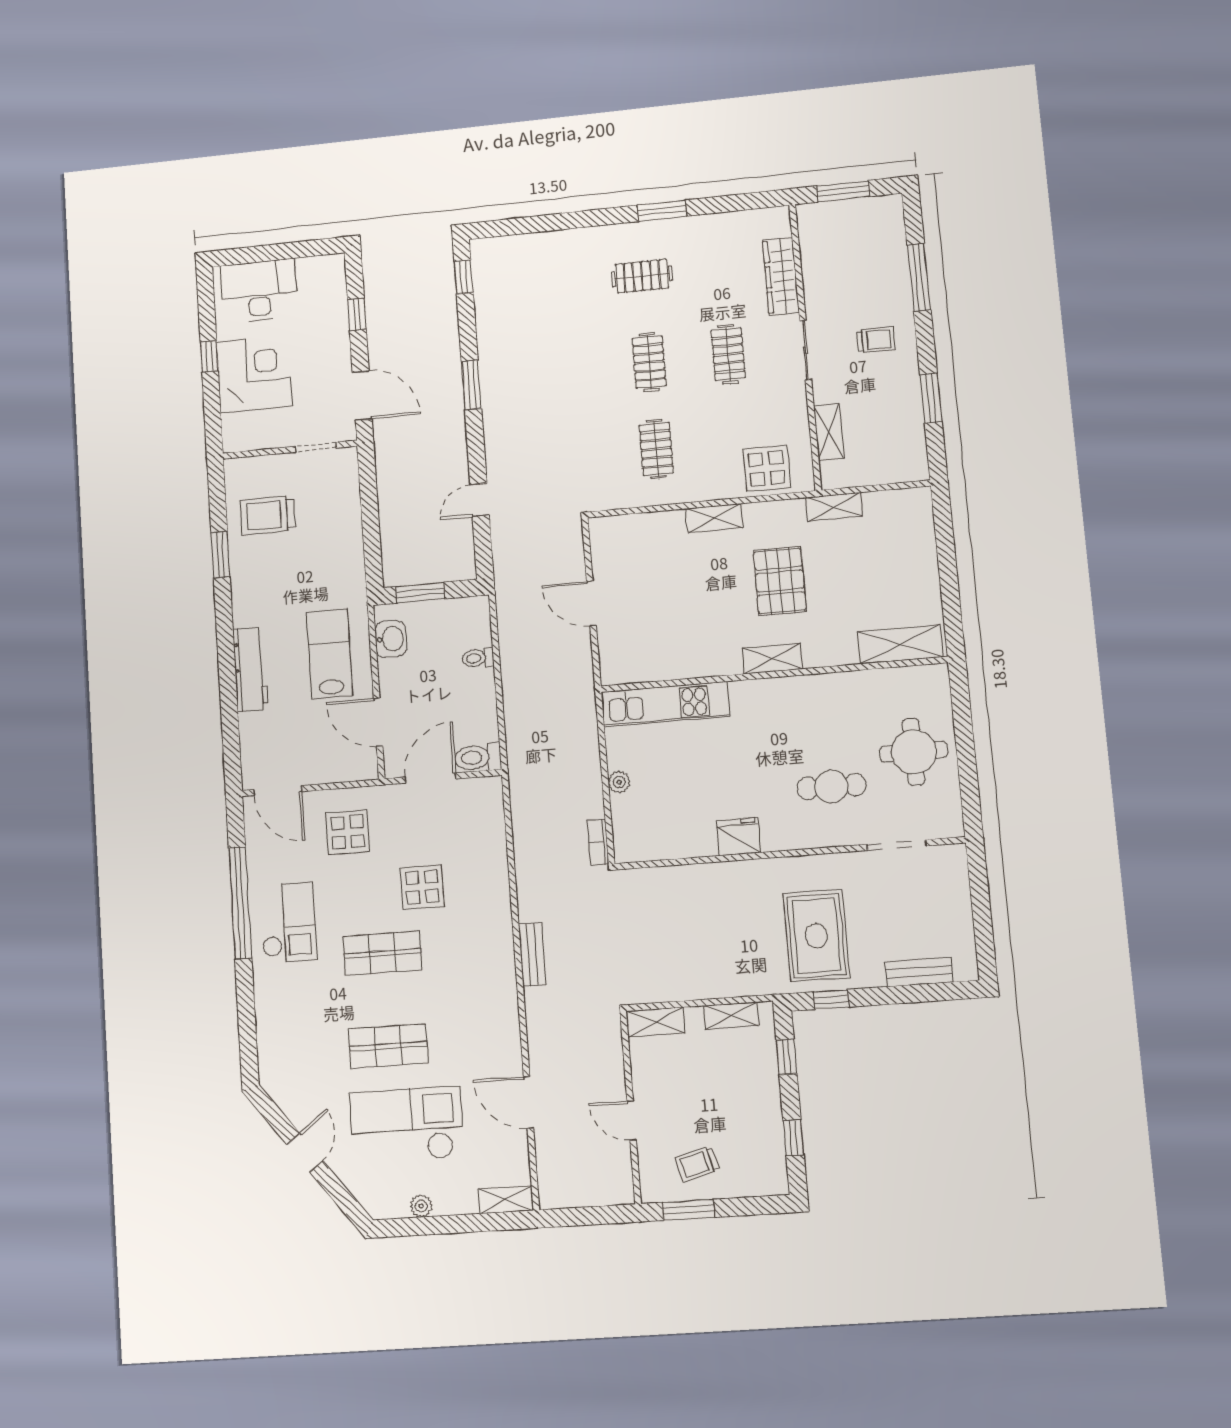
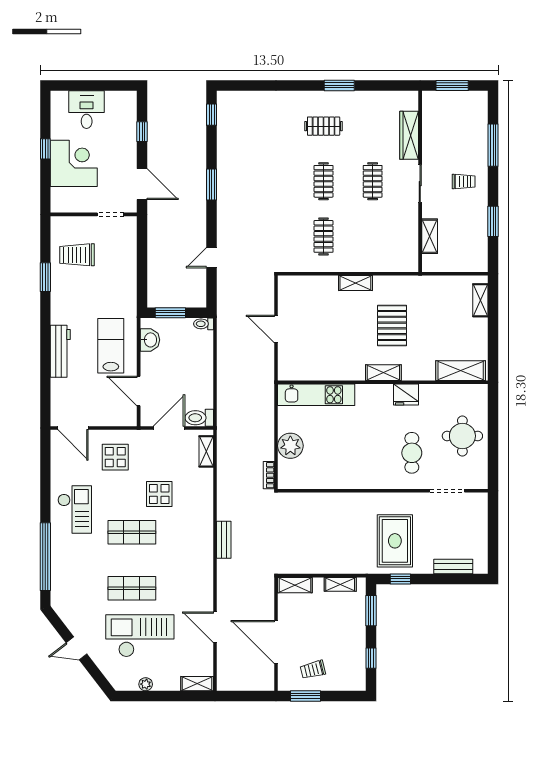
desk: (259, 291) -> (87, 110), width x0.73
display table: (767, 468) -> (390, 255), removed
shelving: (834, 507) -> (480, 300), moved, turned 90
toilet: (478, 658) -> (203, 324), moved
plant: (619, 782) -> (290, 446), width x1.88, depth x1.88
cafe table: (831, 787) -> (412, 453), turned 90
shelving: (493, 811) -> (206, 451), added
fridge: (738, 837) -> (406, 395), moved, turned 180
window: (240, 903) -> (45, 557), moved
window: (786, 1057) -> (371, 611), width x1.50
door: (632, 1121) -> (276, 642), width x1.87
door: (305, 1153) -> (77, 648), swing flipped

